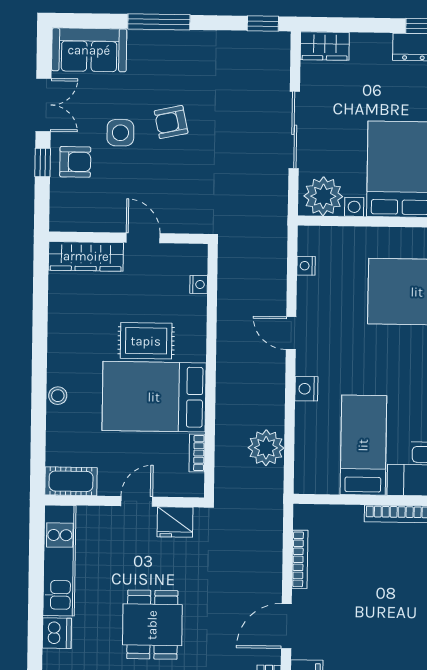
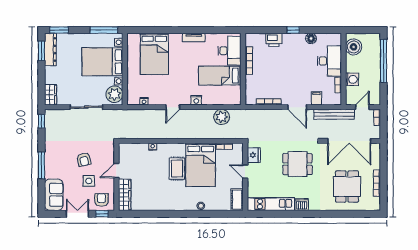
wall: (128, 238) -> (116, 177), moved
door: (143, 238) -> (116, 171), moved
wardrobe: (86, 256) -> (125, 195), moved

